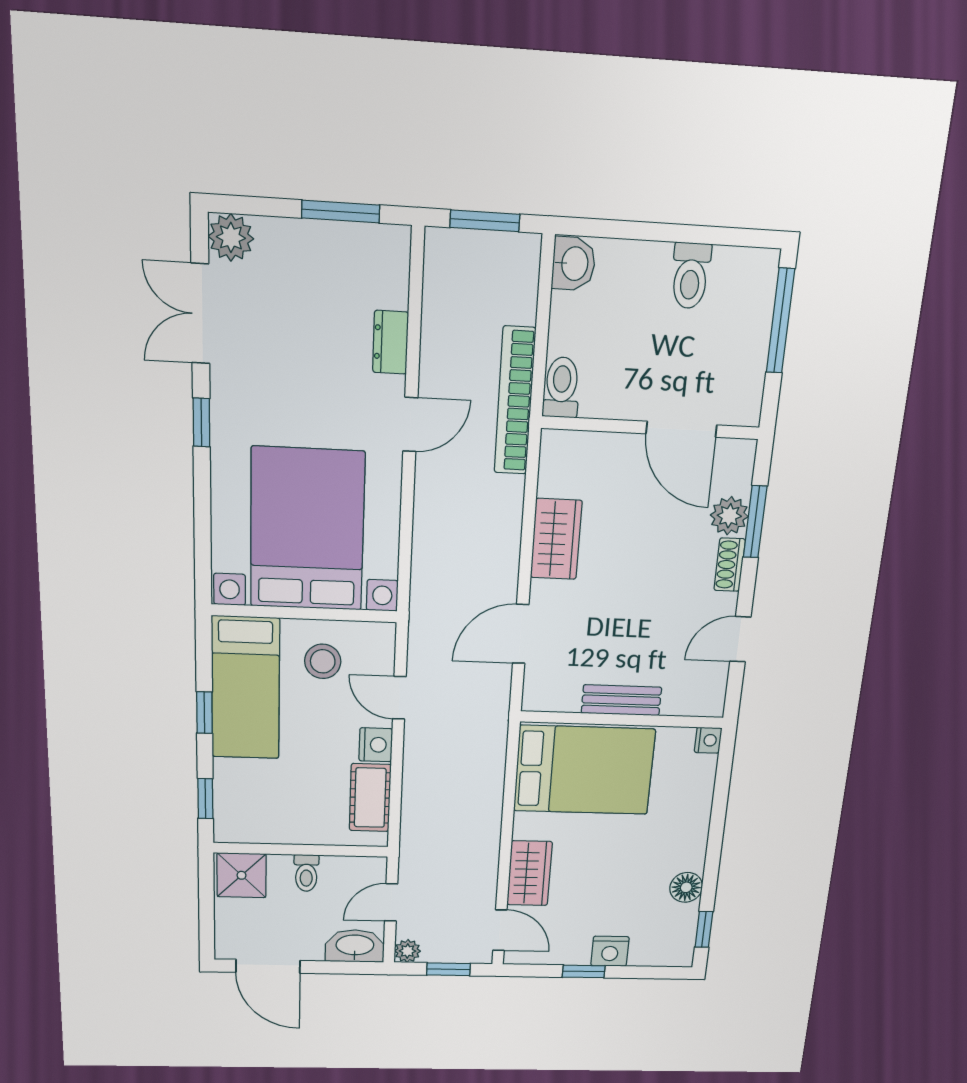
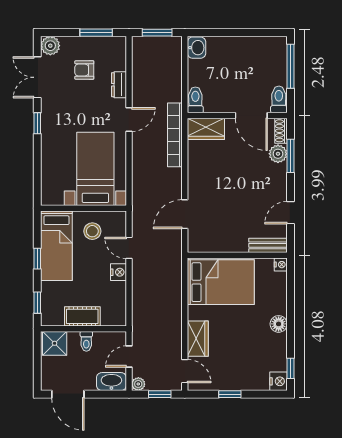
toilet: (690, 276) -> (279, 99), moved, turned 180
armchair: (311, 302) -> (84, 70), added
bookcase: (515, 401) -> (175, 135), moved
bed with nightstands: (307, 530) -> (95, 169), width x0.73
wardrobe: (556, 539) -> (206, 129), moved, turned 90
shoe rack: (730, 565) -> (281, 131), moved
bench: (621, 700) -> (268, 245), moved
cot: (370, 798) -> (82, 316), moved, turned 90
floor lamp: (686, 887) -> (279, 324), moved
nightstand: (610, 951) -> (278, 381), moved, turned -90

